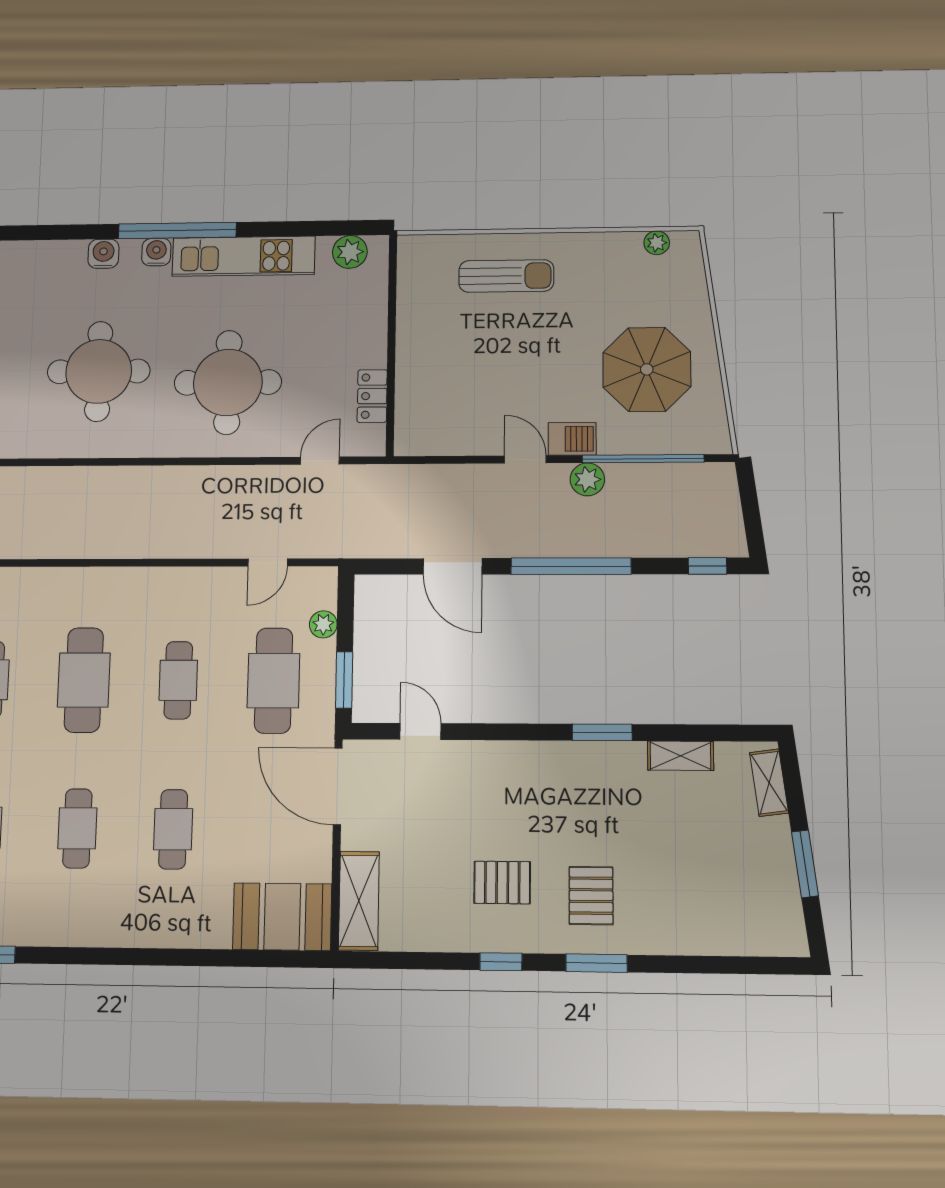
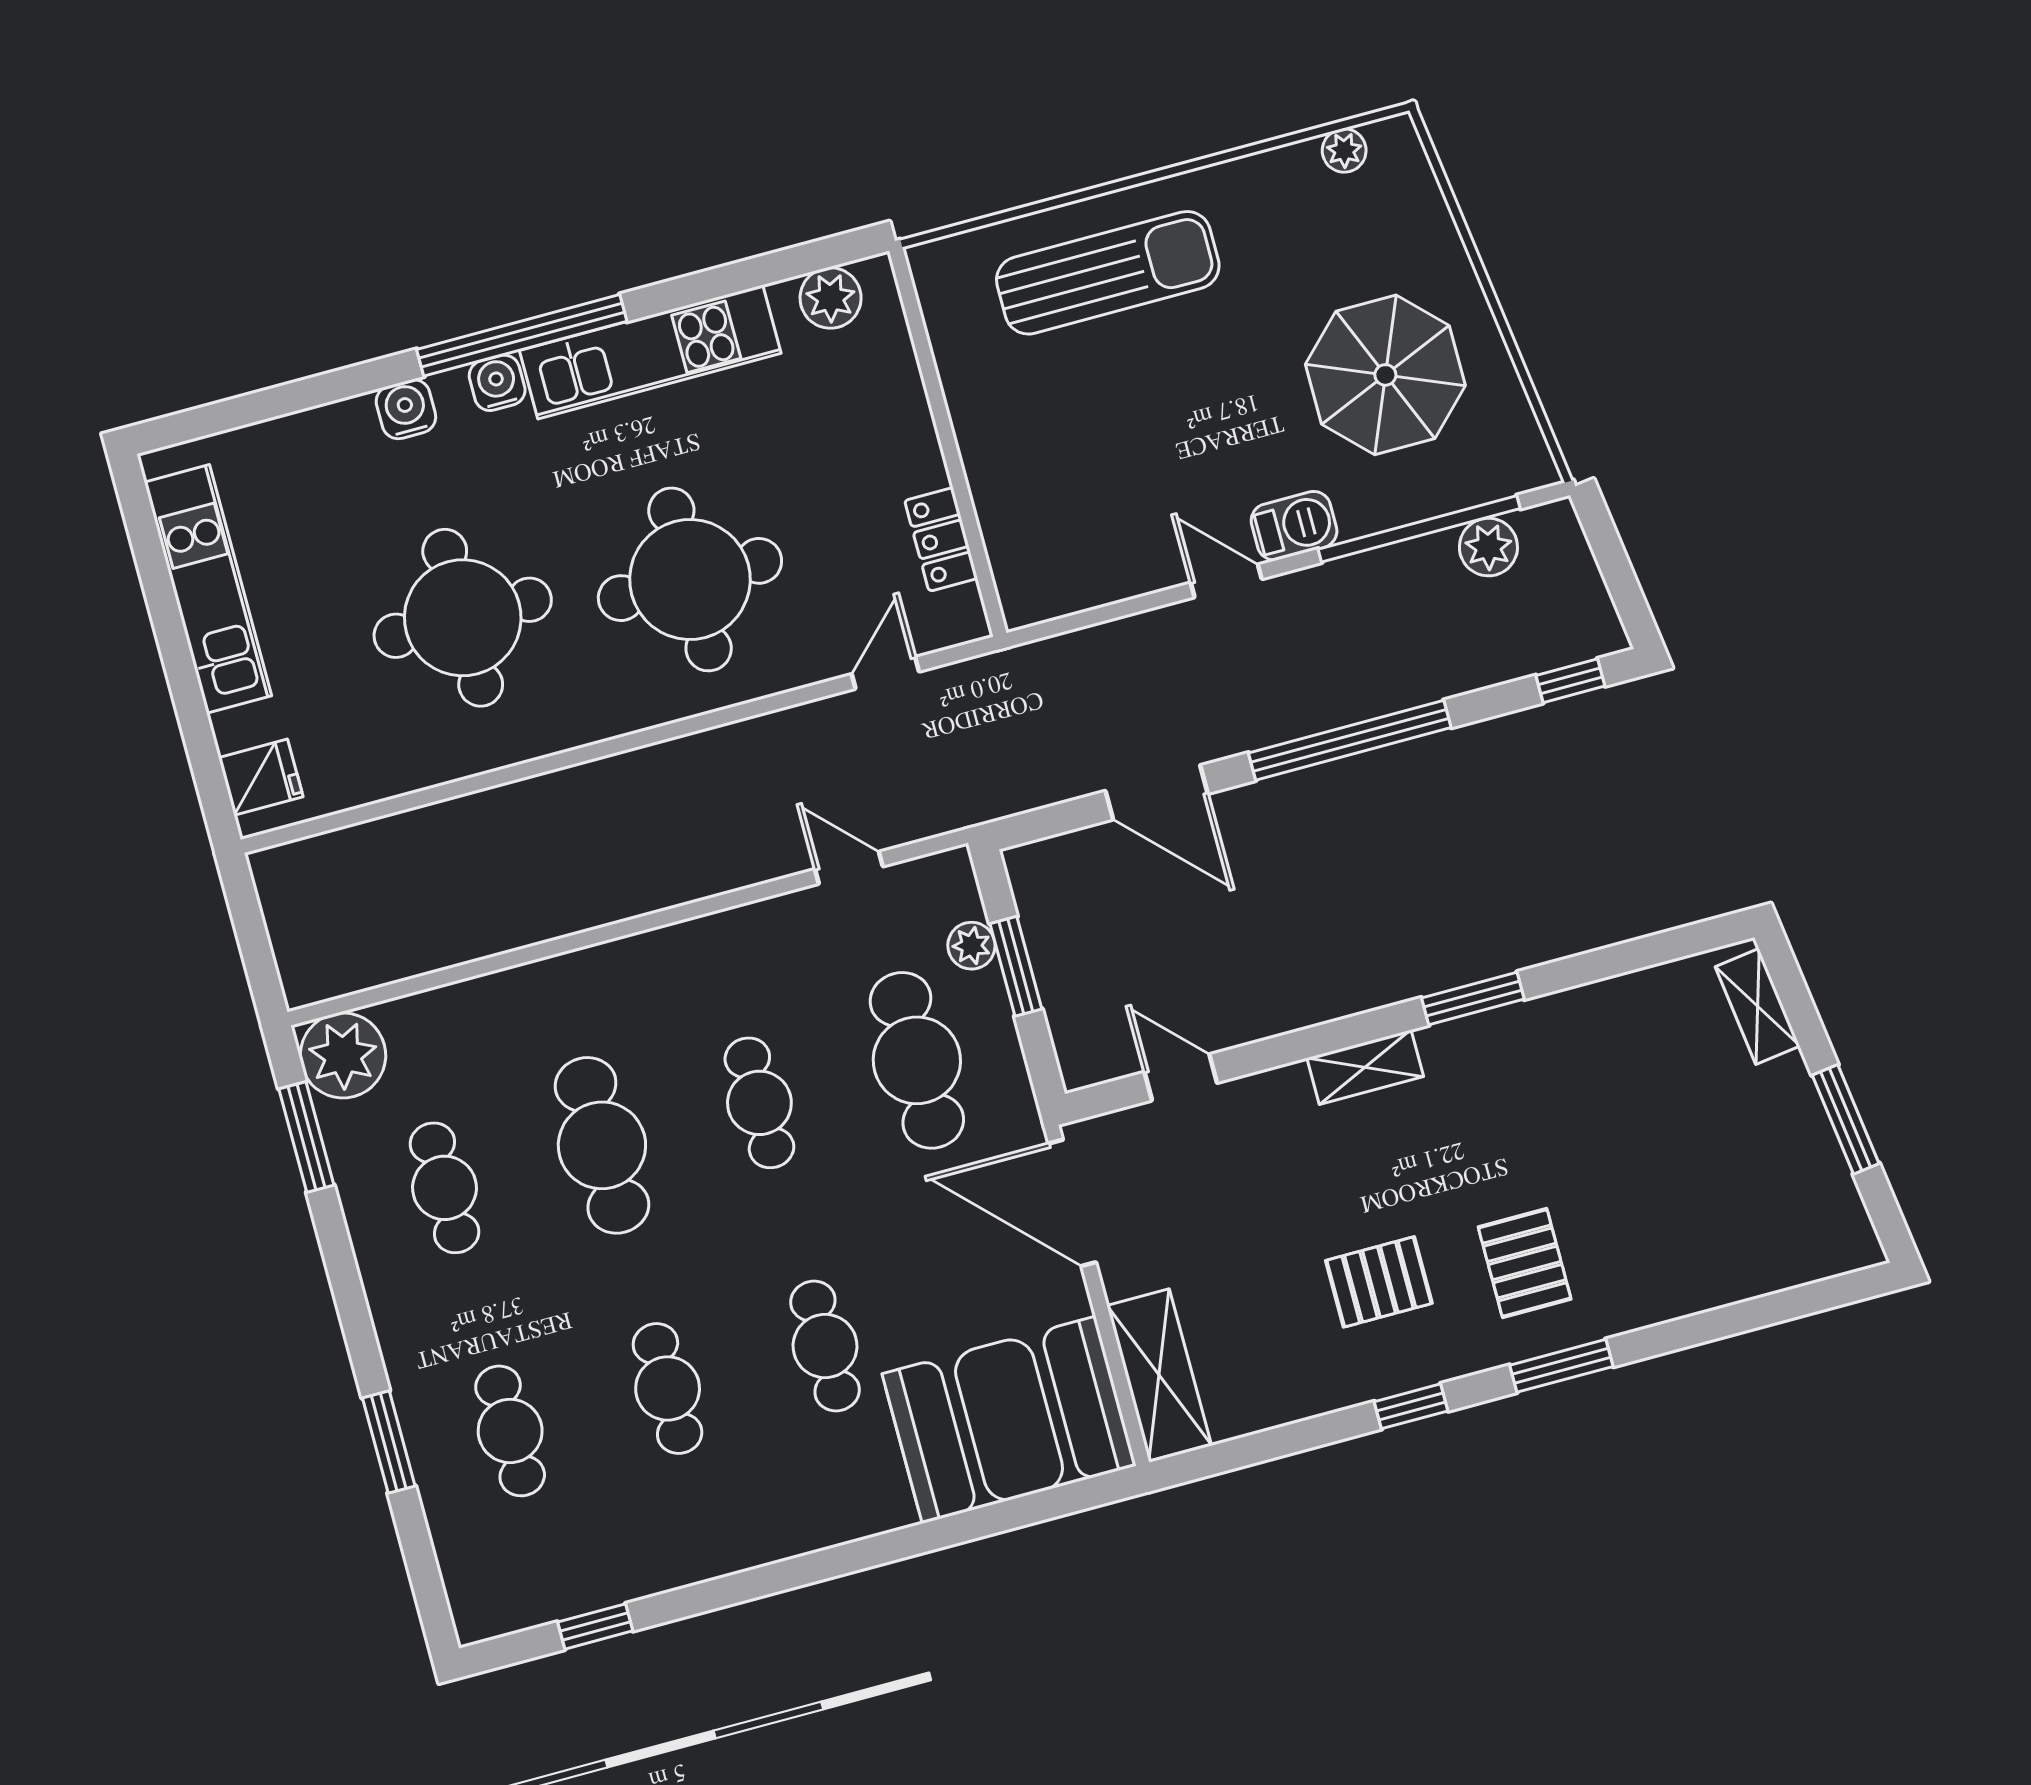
sun lounger: (506, 276) -> (1108, 273), width x1.36, depth x1.34
plant: (587, 479) -> (1488, 547), moved
door: (268, 563) -> (849, 868), swing flipped
window: (344, 680) -> (1016, 966), moved
shelving: (681, 756) -> (1365, 1067), moved
booth: (282, 917) -> (1009, 1420), width x1.36, depth x1.42

